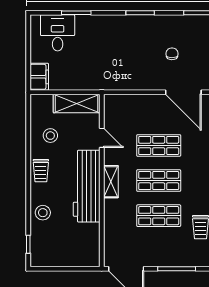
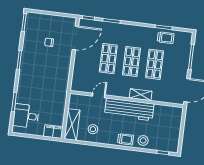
shelving: (77, 103) -> (72, 125), moved
trolley: (41, 171) -> (125, 139), moved
shelving: (111, 182) -> (141, 95), moved

